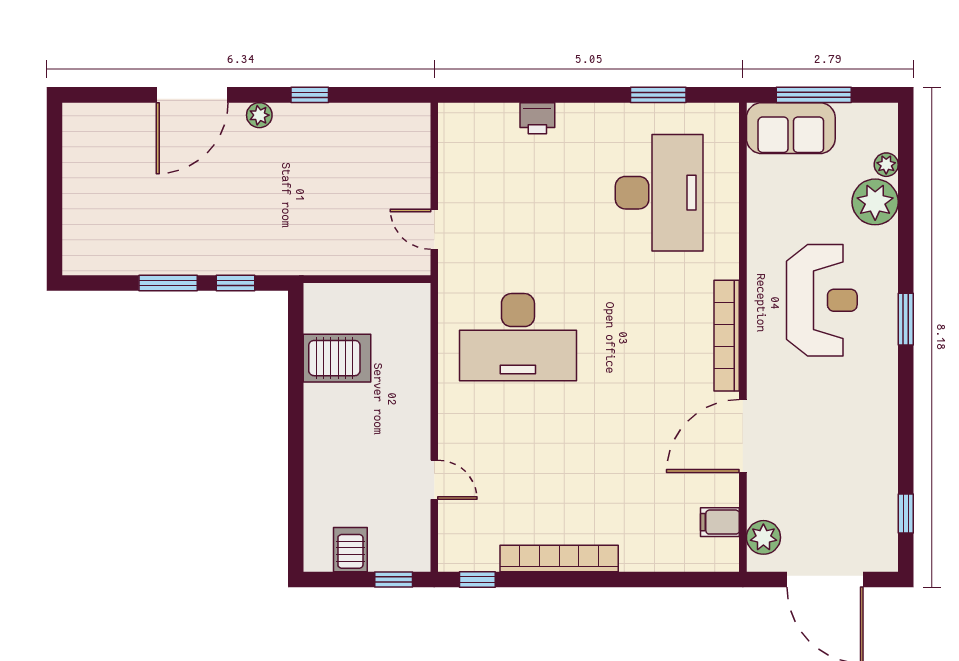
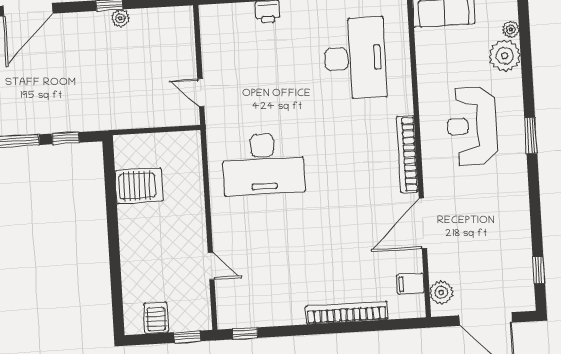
plant: (259, 115) -> (120, 18), moved
reception desk: (822, 300) -> (472, 126), turned 180
bookcase: (559, 558) -> (347, 313), moved

